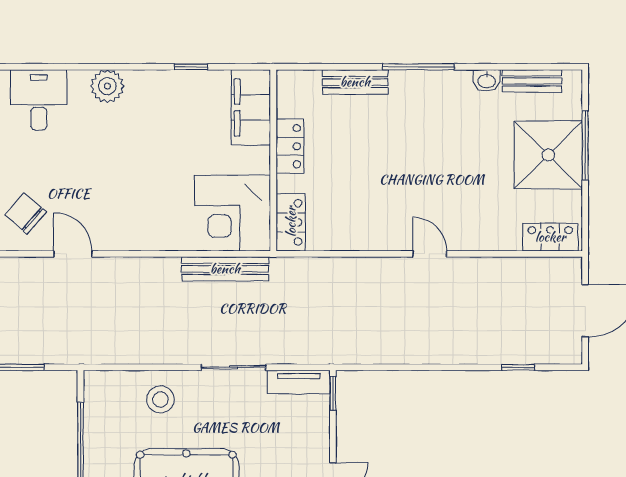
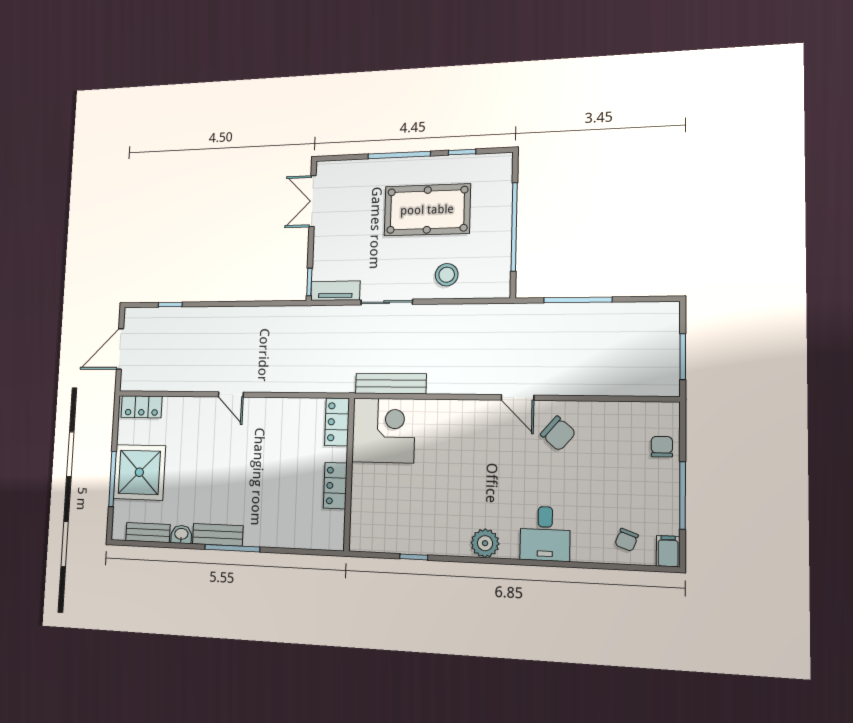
bench: (355, 82) -> (218, 535), moved
filing cabinet: (251, 107) -> (366, 520), removed

